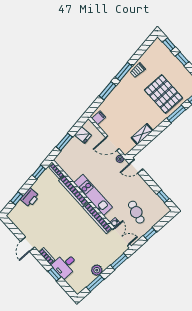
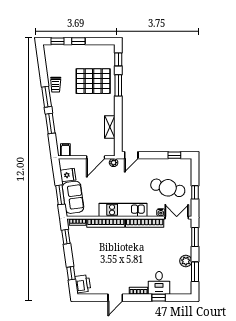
sofa: (71, 152) -> (73, 197), added
printer: (30, 198) -> (83, 284), moved
cafe table: (136, 212) -> (168, 188), width x1.37, depth x1.35
door: (27, 244) -> (115, 298), hinge flipped

